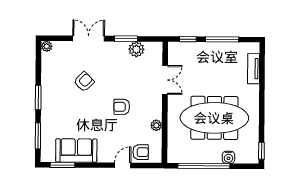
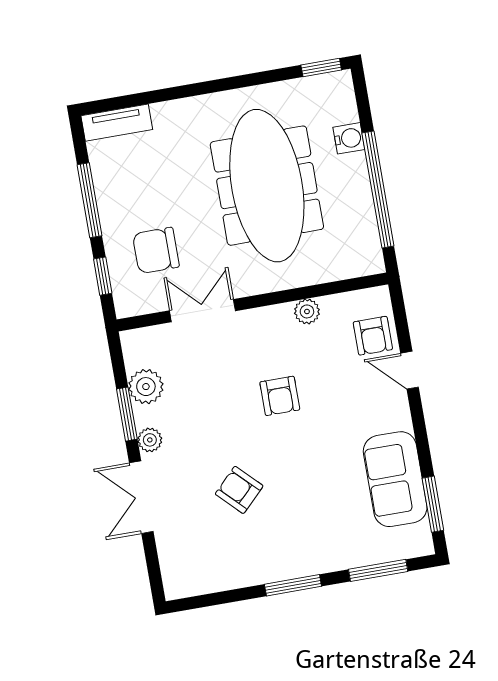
plant: (47, 46) -> (150, 440), moved
chair: (195, 64) -> (156, 250), added
tv unit: (254, 69) -> (117, 123), moved
armchair: (141, 152) -> (373, 336), turned 180

